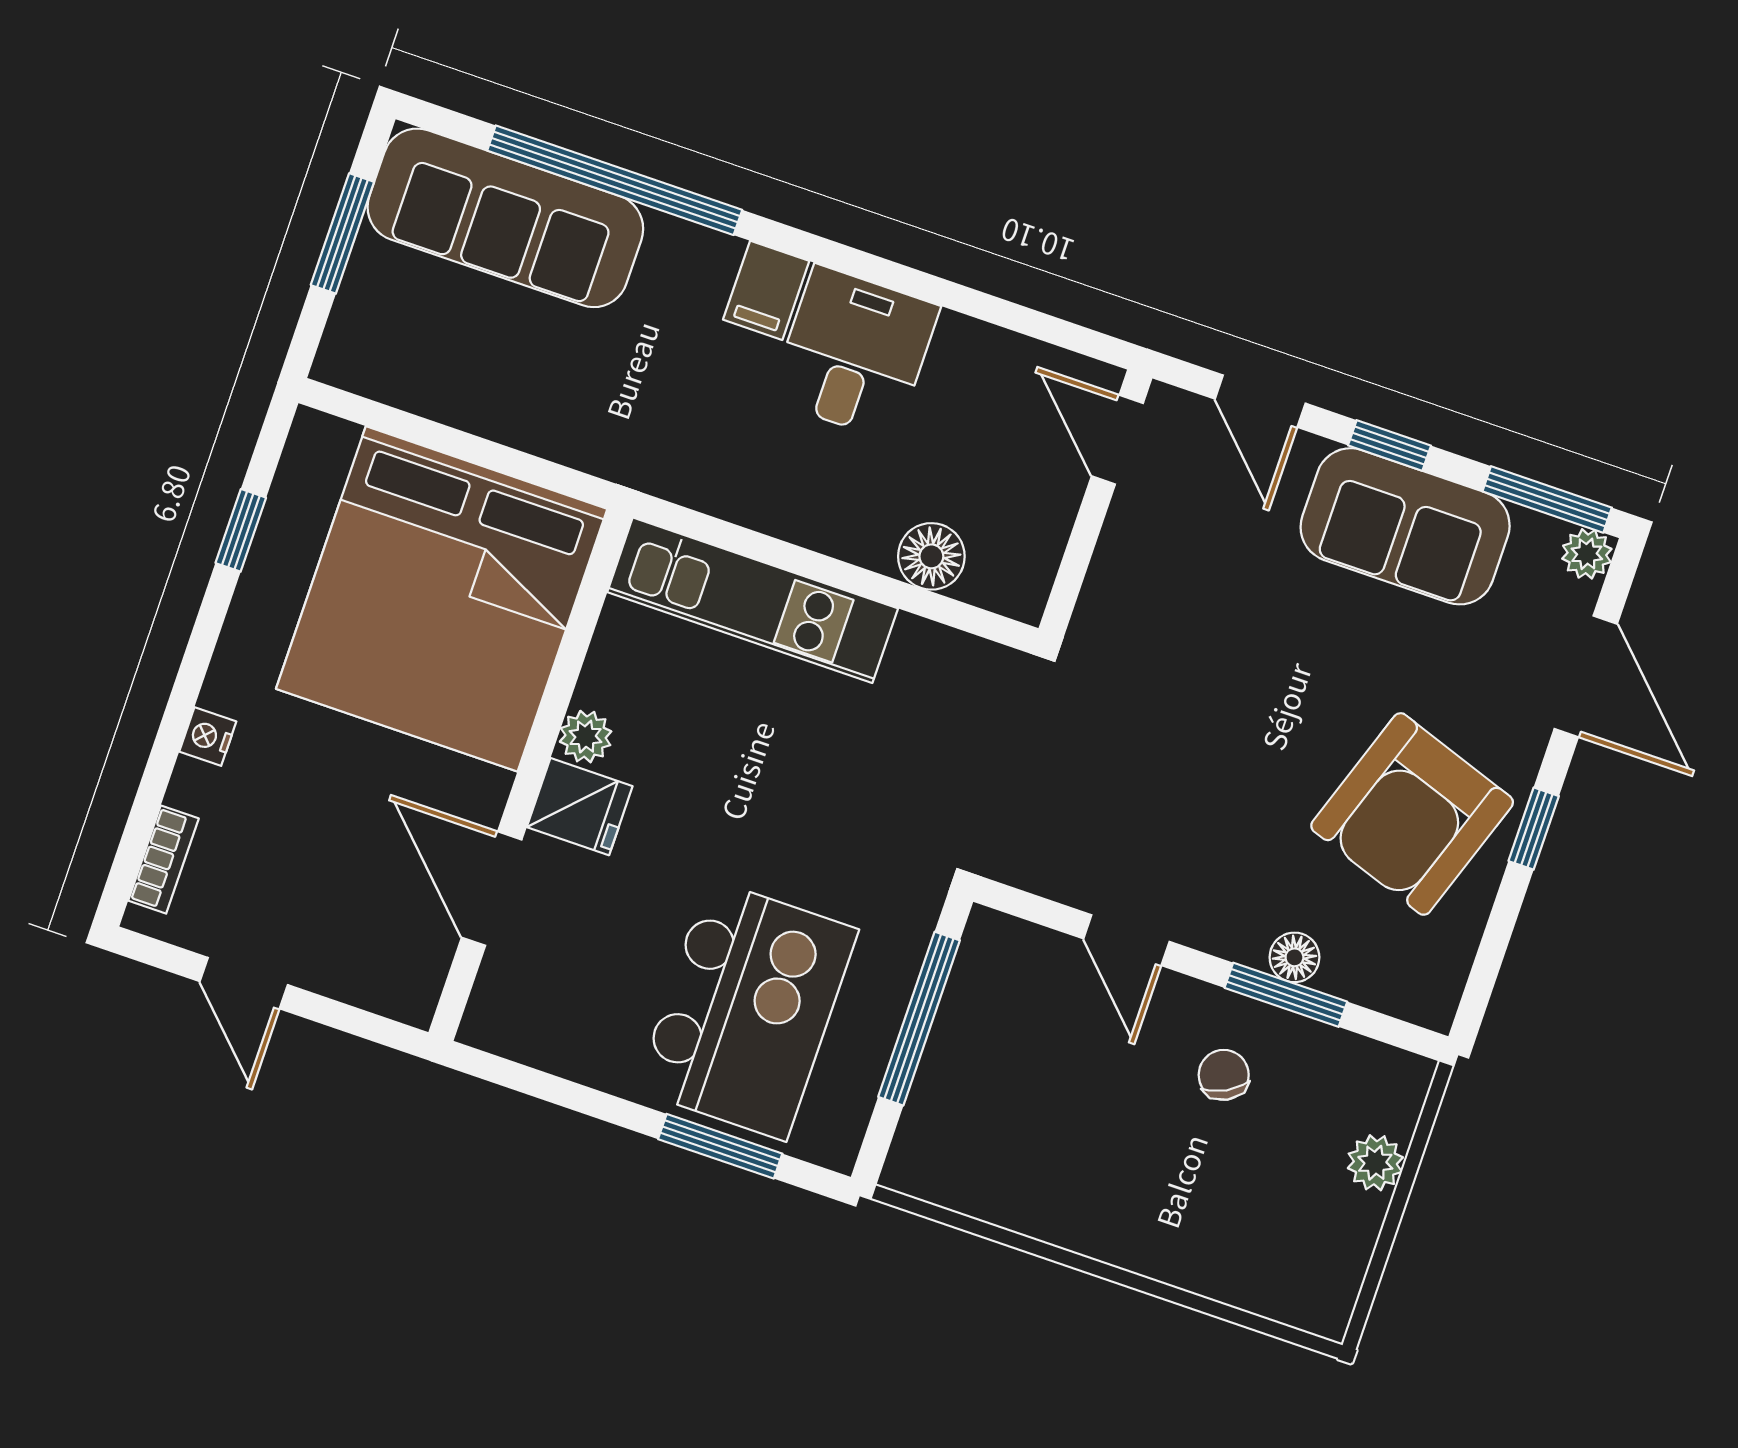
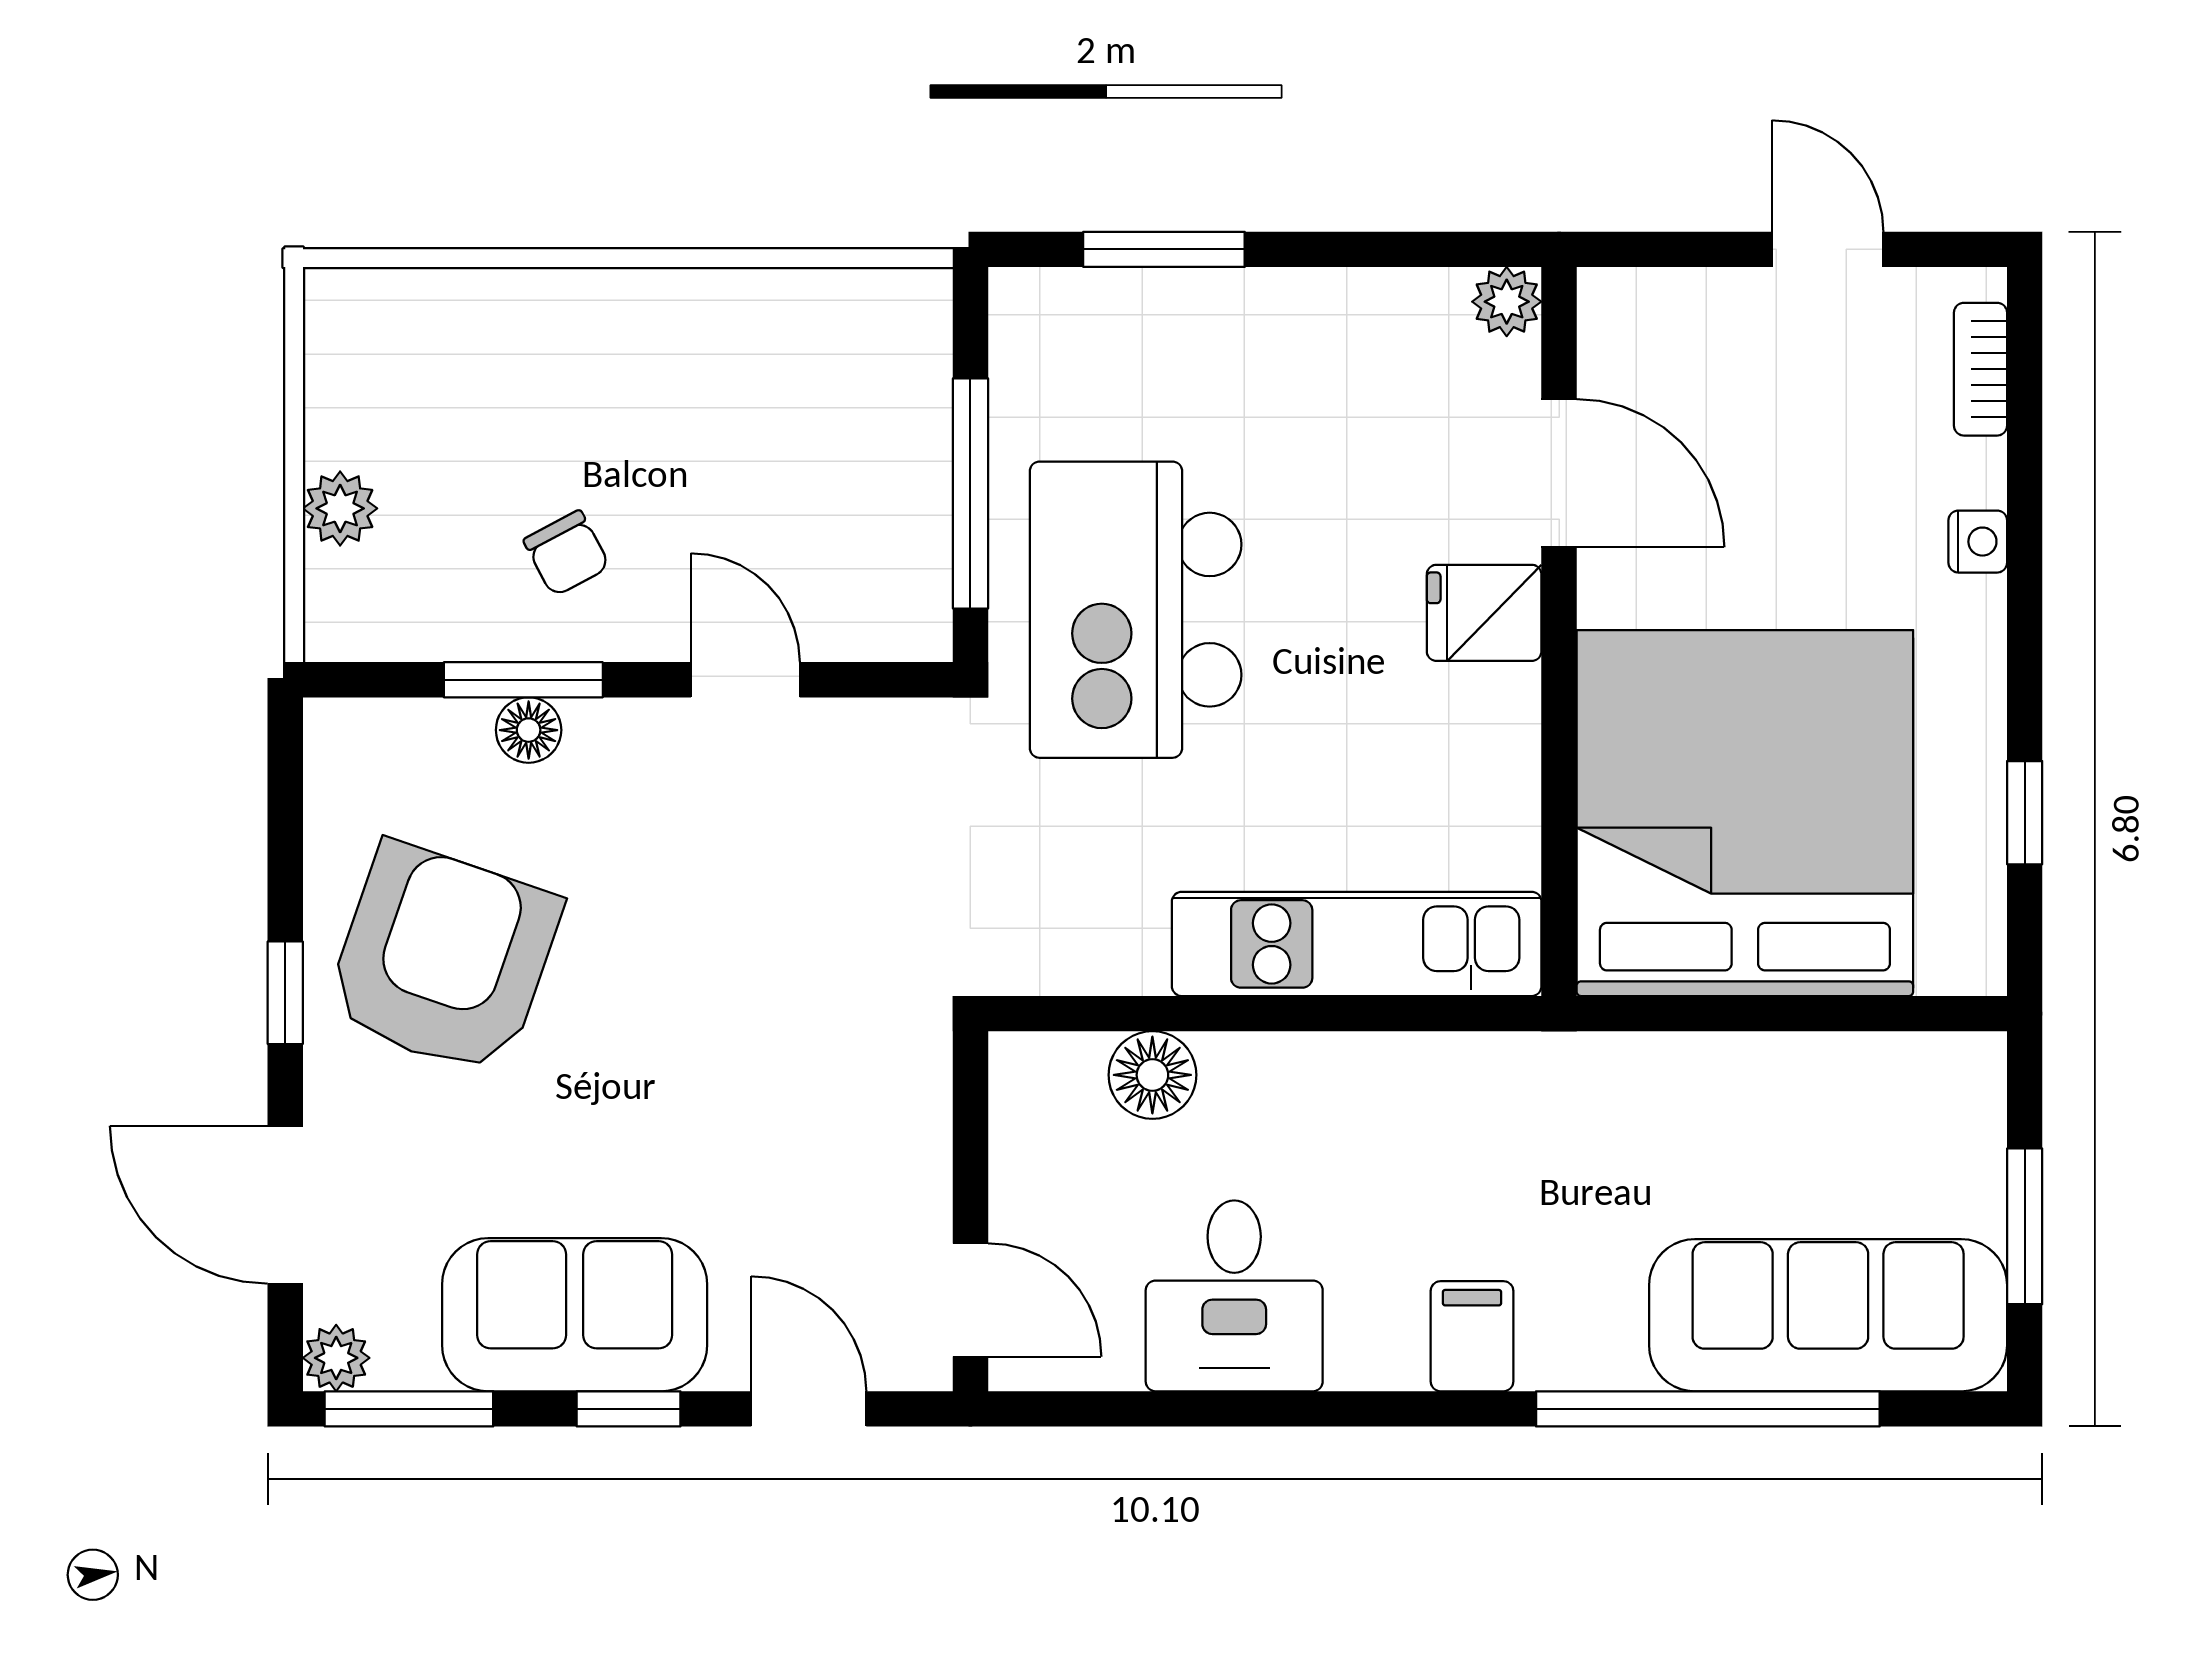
desk: (854, 353) -> (1234, 1296), moved
plant: (586, 737) -> (1507, 302), moved
kitchen island: (747, 1010) -> (1136, 610), moved

